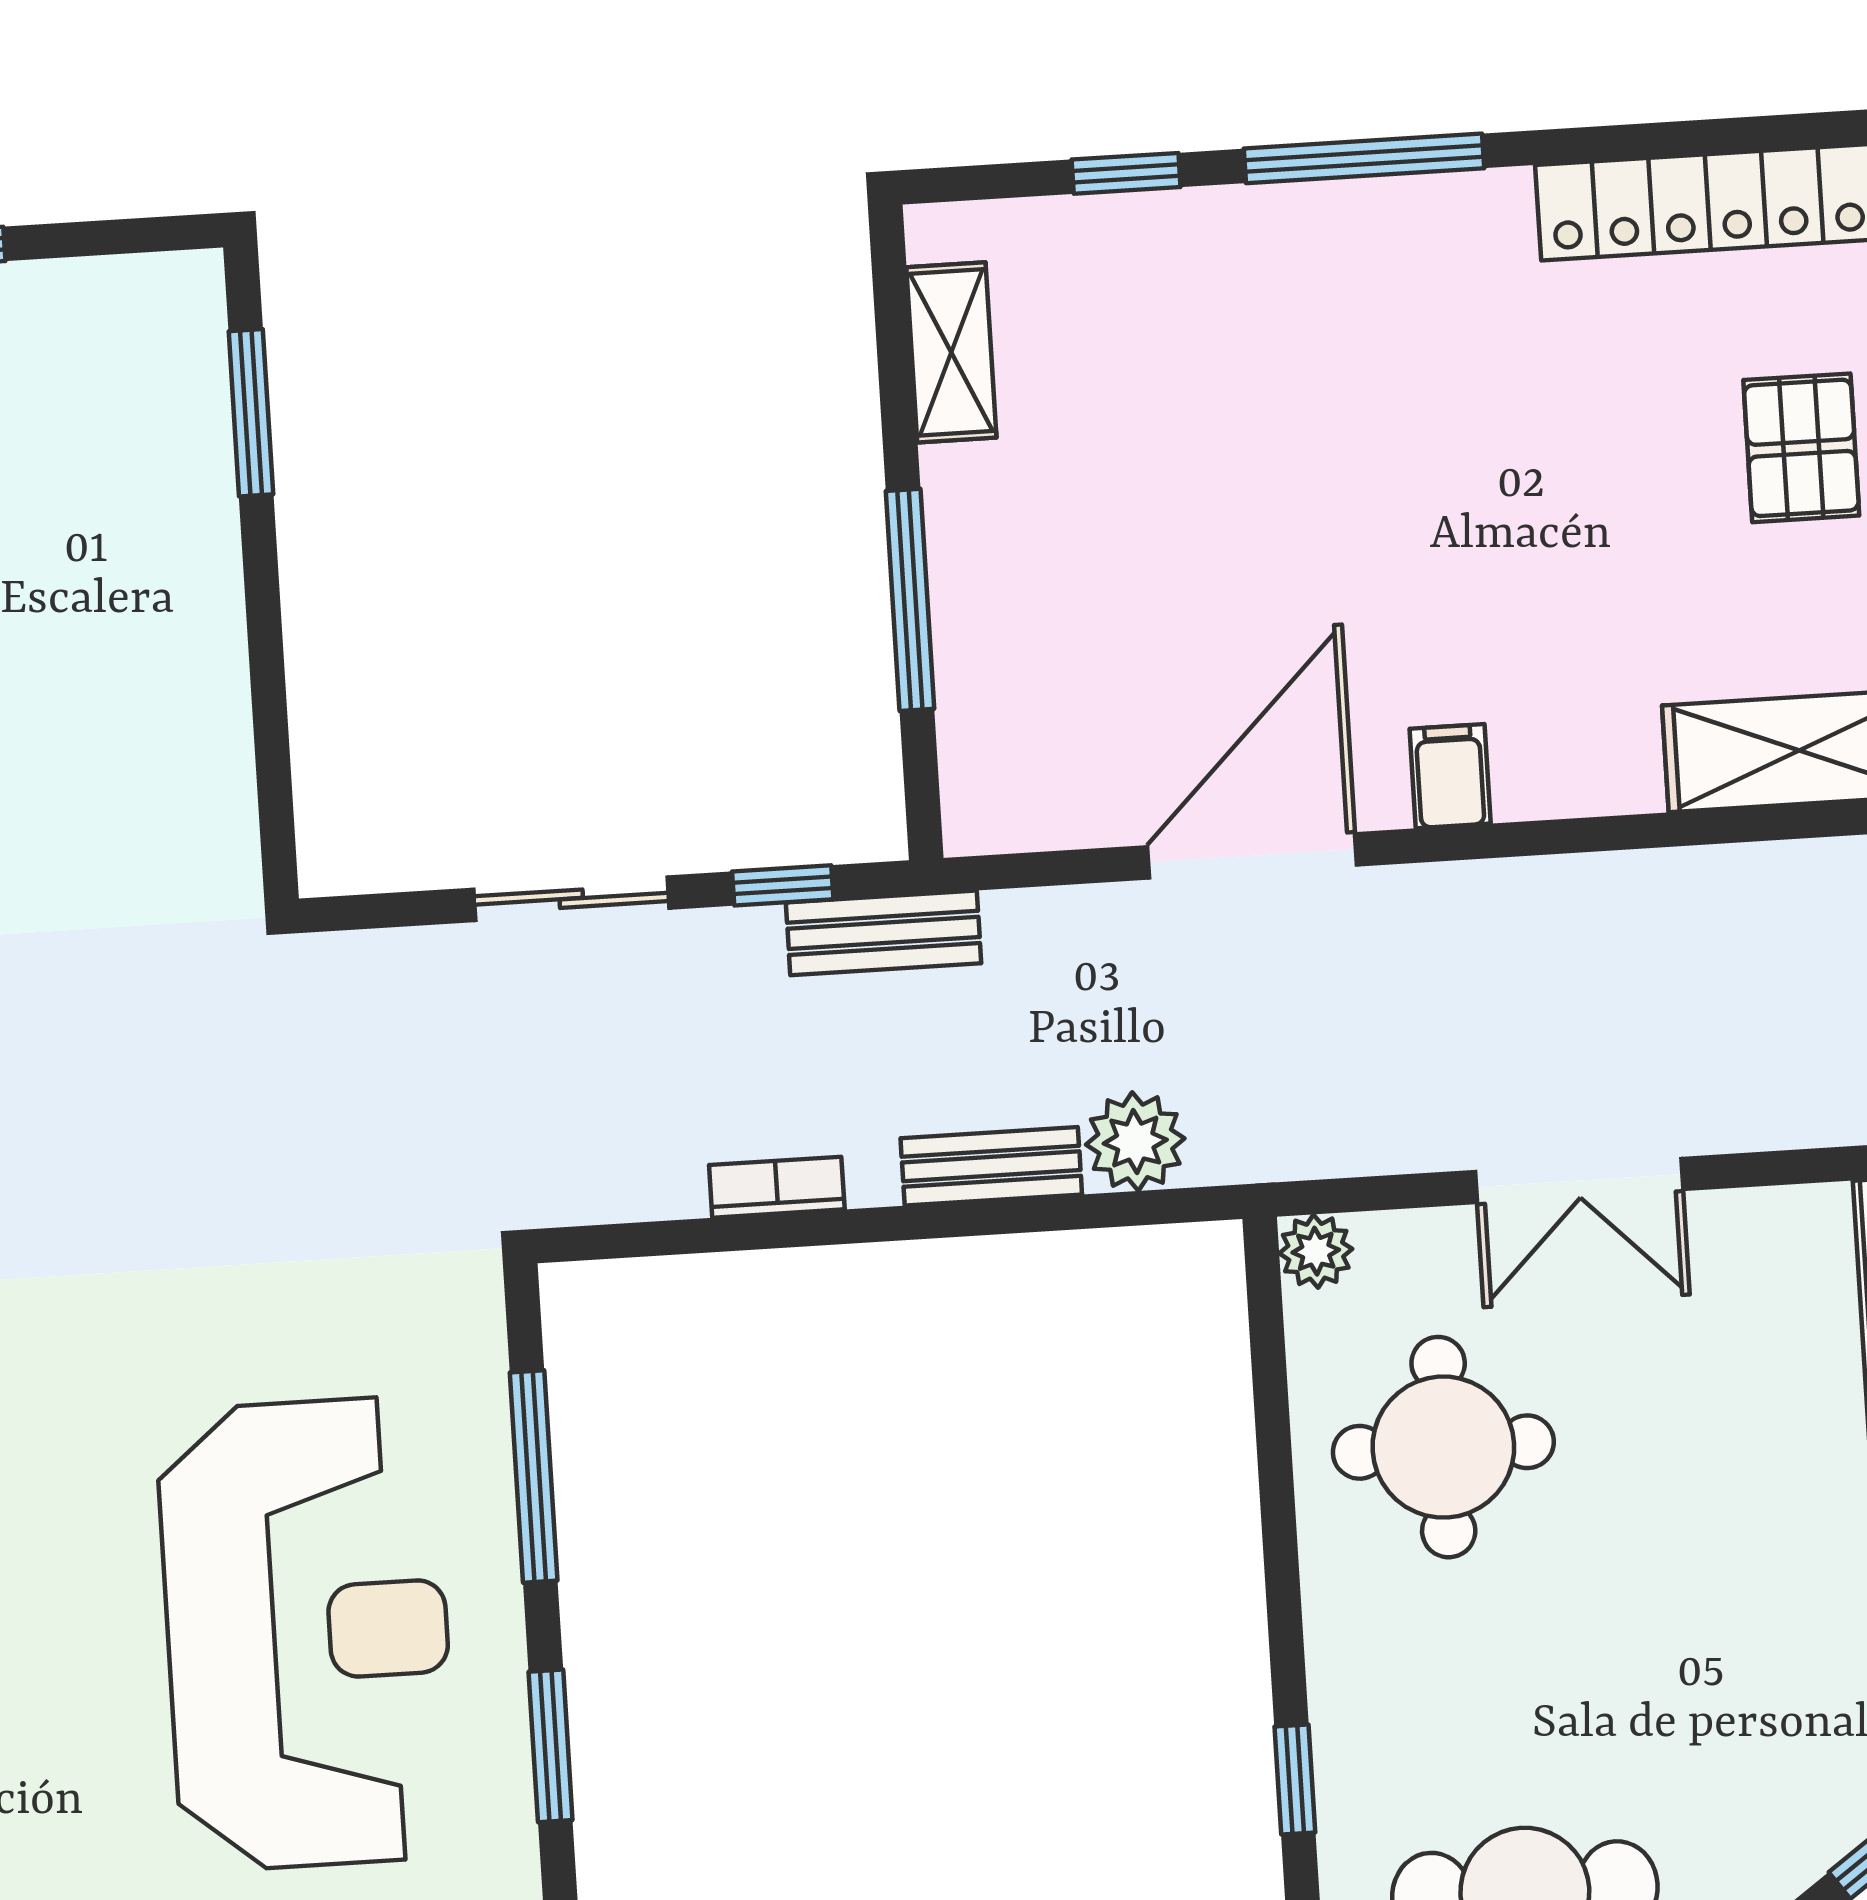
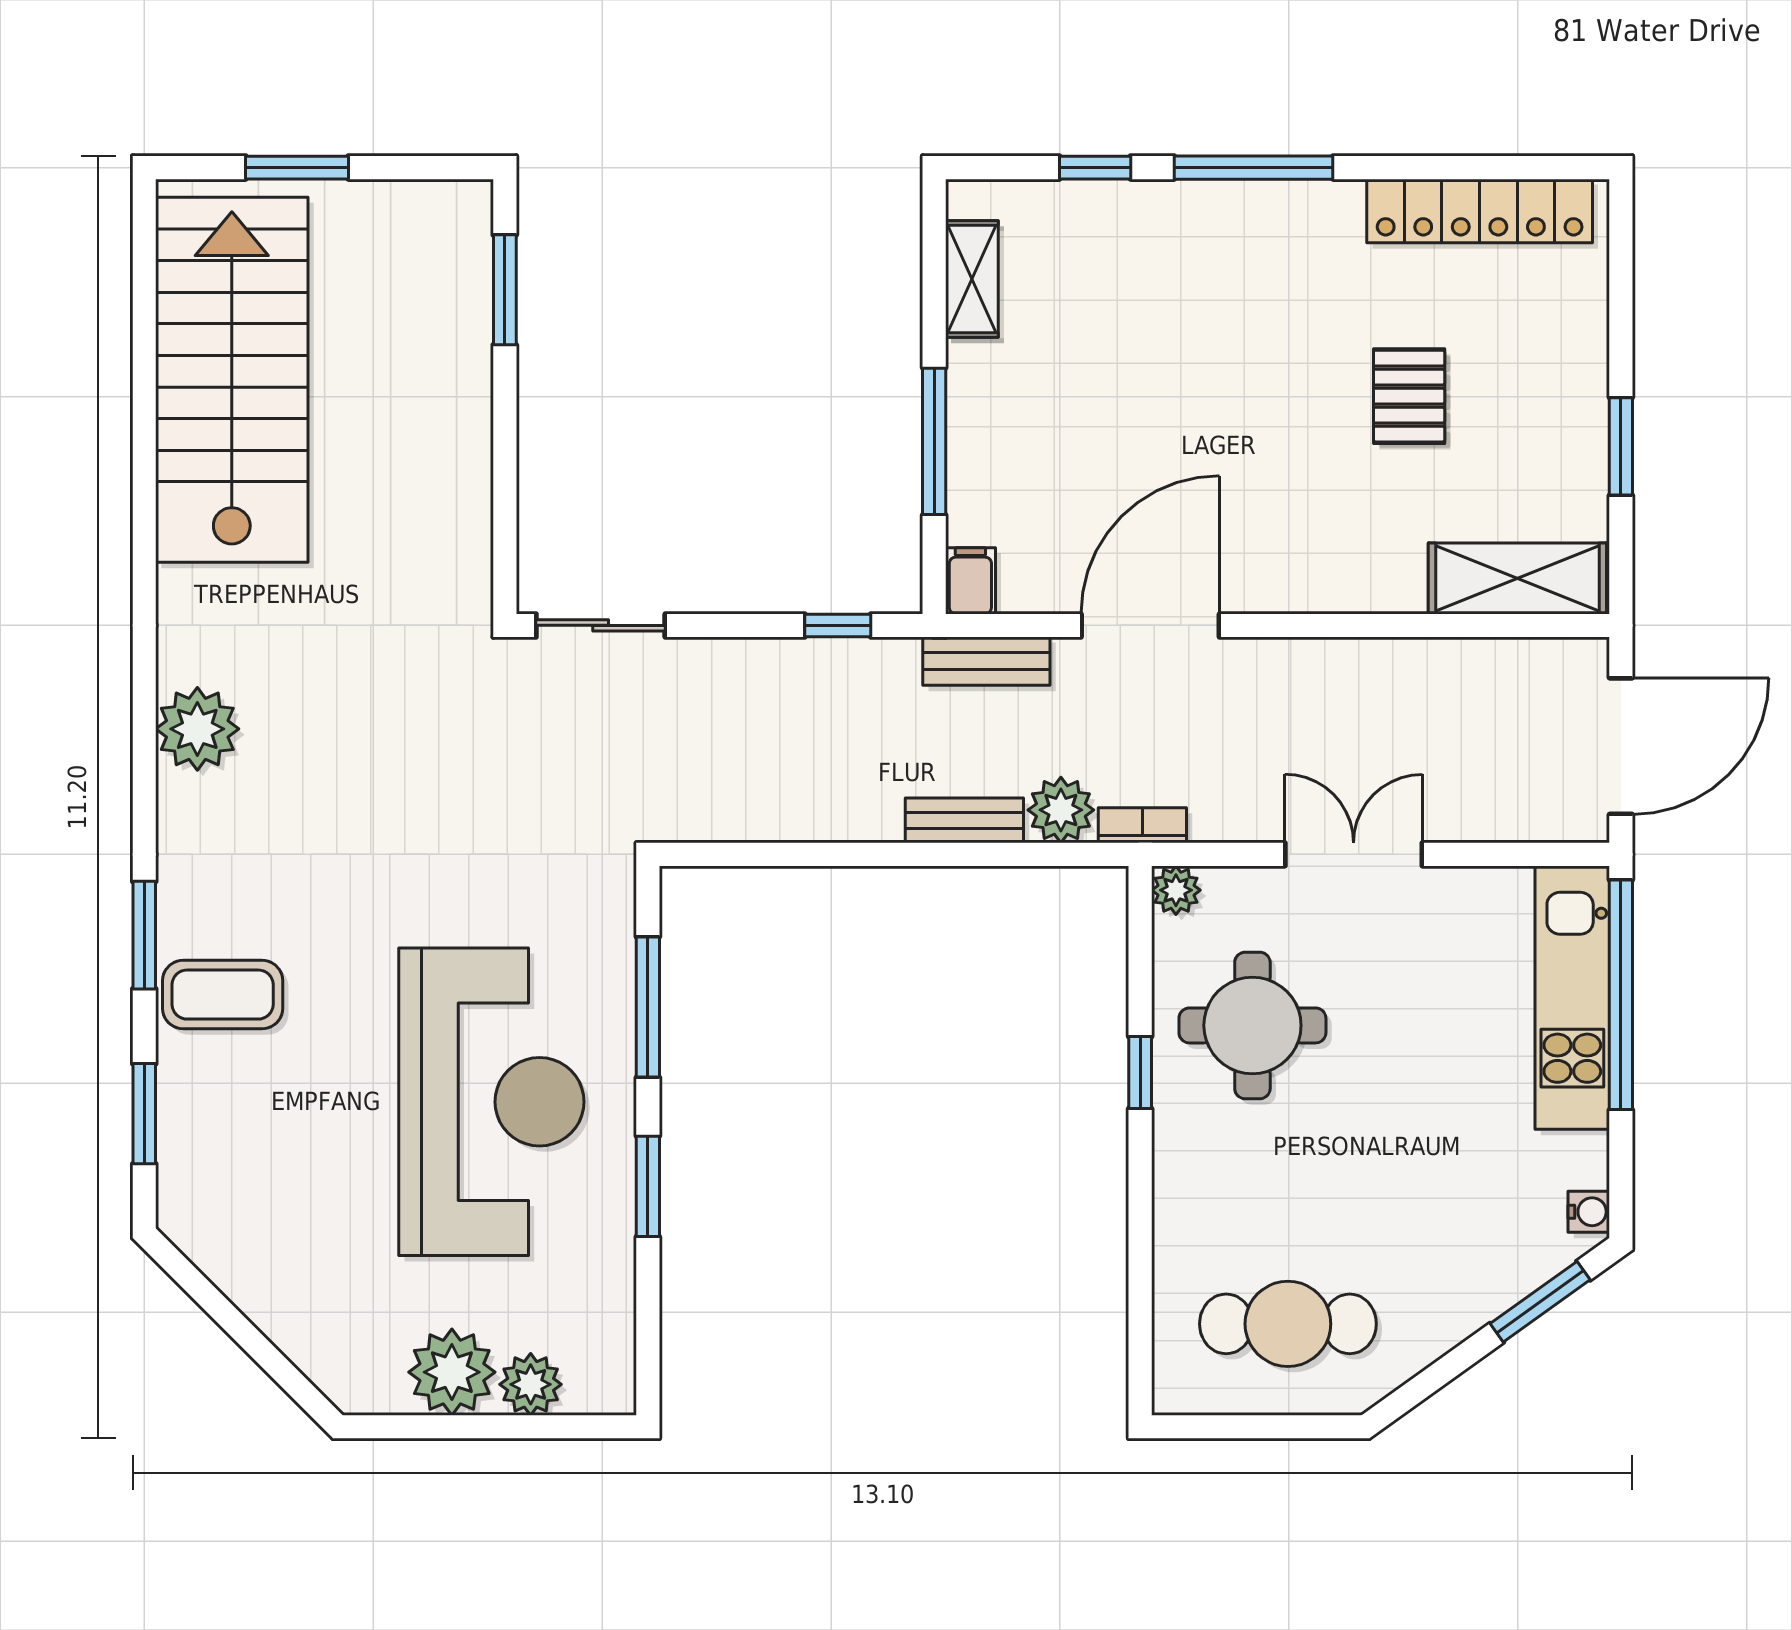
pallet: (1801, 448) -> (1409, 396), moved
filing cabinet: (1450, 776) -> (970, 581), moved
sliding door: (571, 899) -> (601, 625), moved
bench: (884, 933) -> (986, 661), moved
double door: (1579, 1181) -> (1354, 854), swing flipped
bookcase: (777, 1187) -> (1142, 825), moved
window: (1295, 1779) -> (1140, 1073), moved

